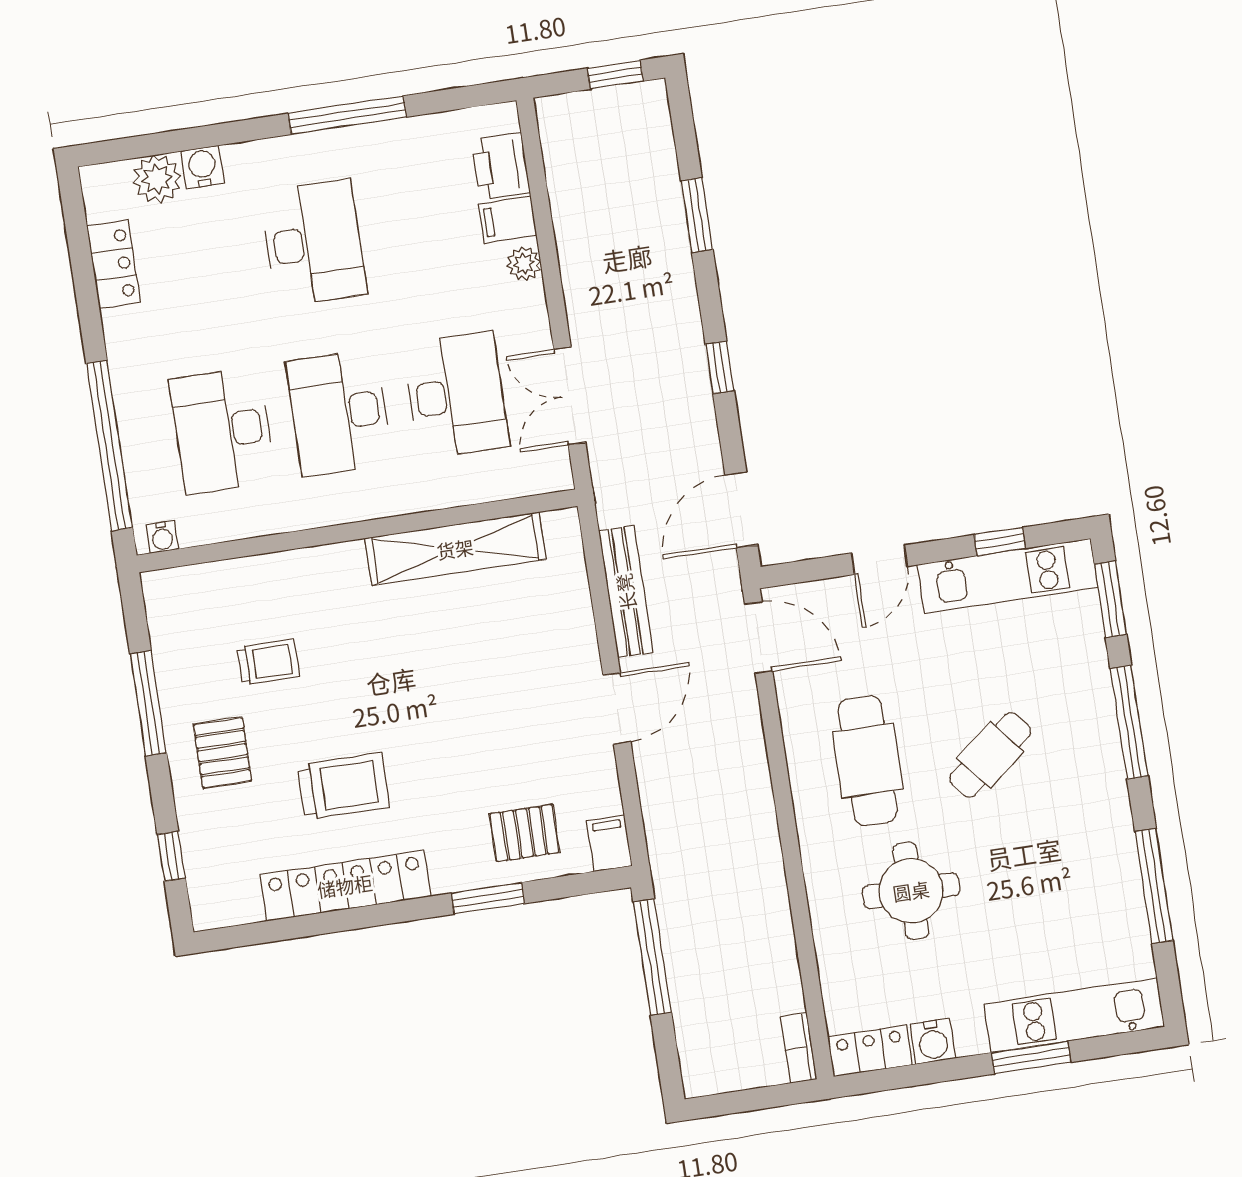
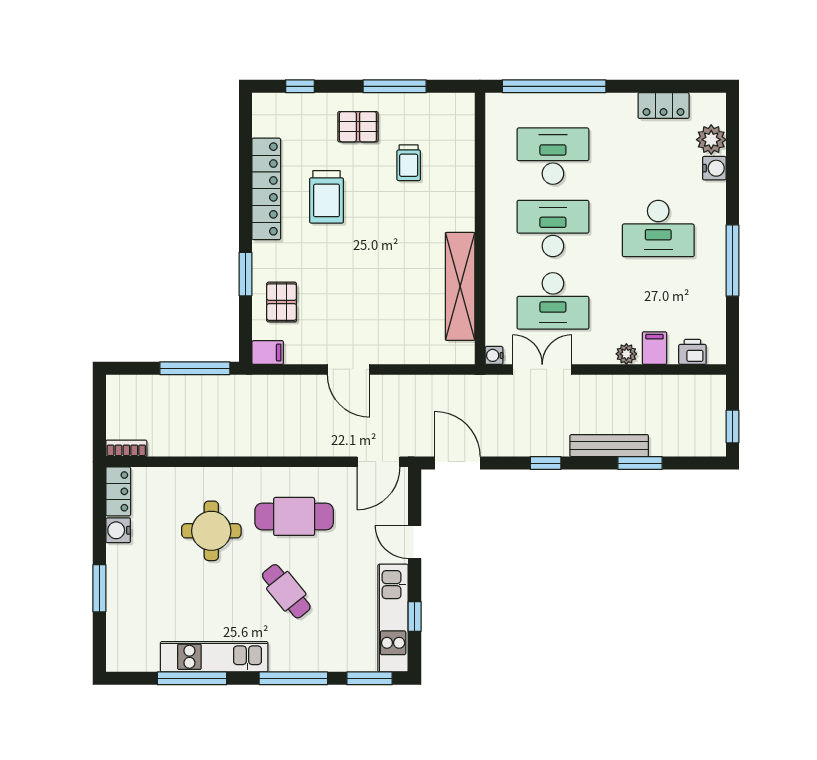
printer: (501, 166) -> (692, 352), width x0.73, depth x0.81
water cooler: (162, 537) -> (494, 355), moved
bench: (626, 592) -> (609, 446), moved
kitchen unit: (1074, 1015) -> (214, 657), moved, turned -90

